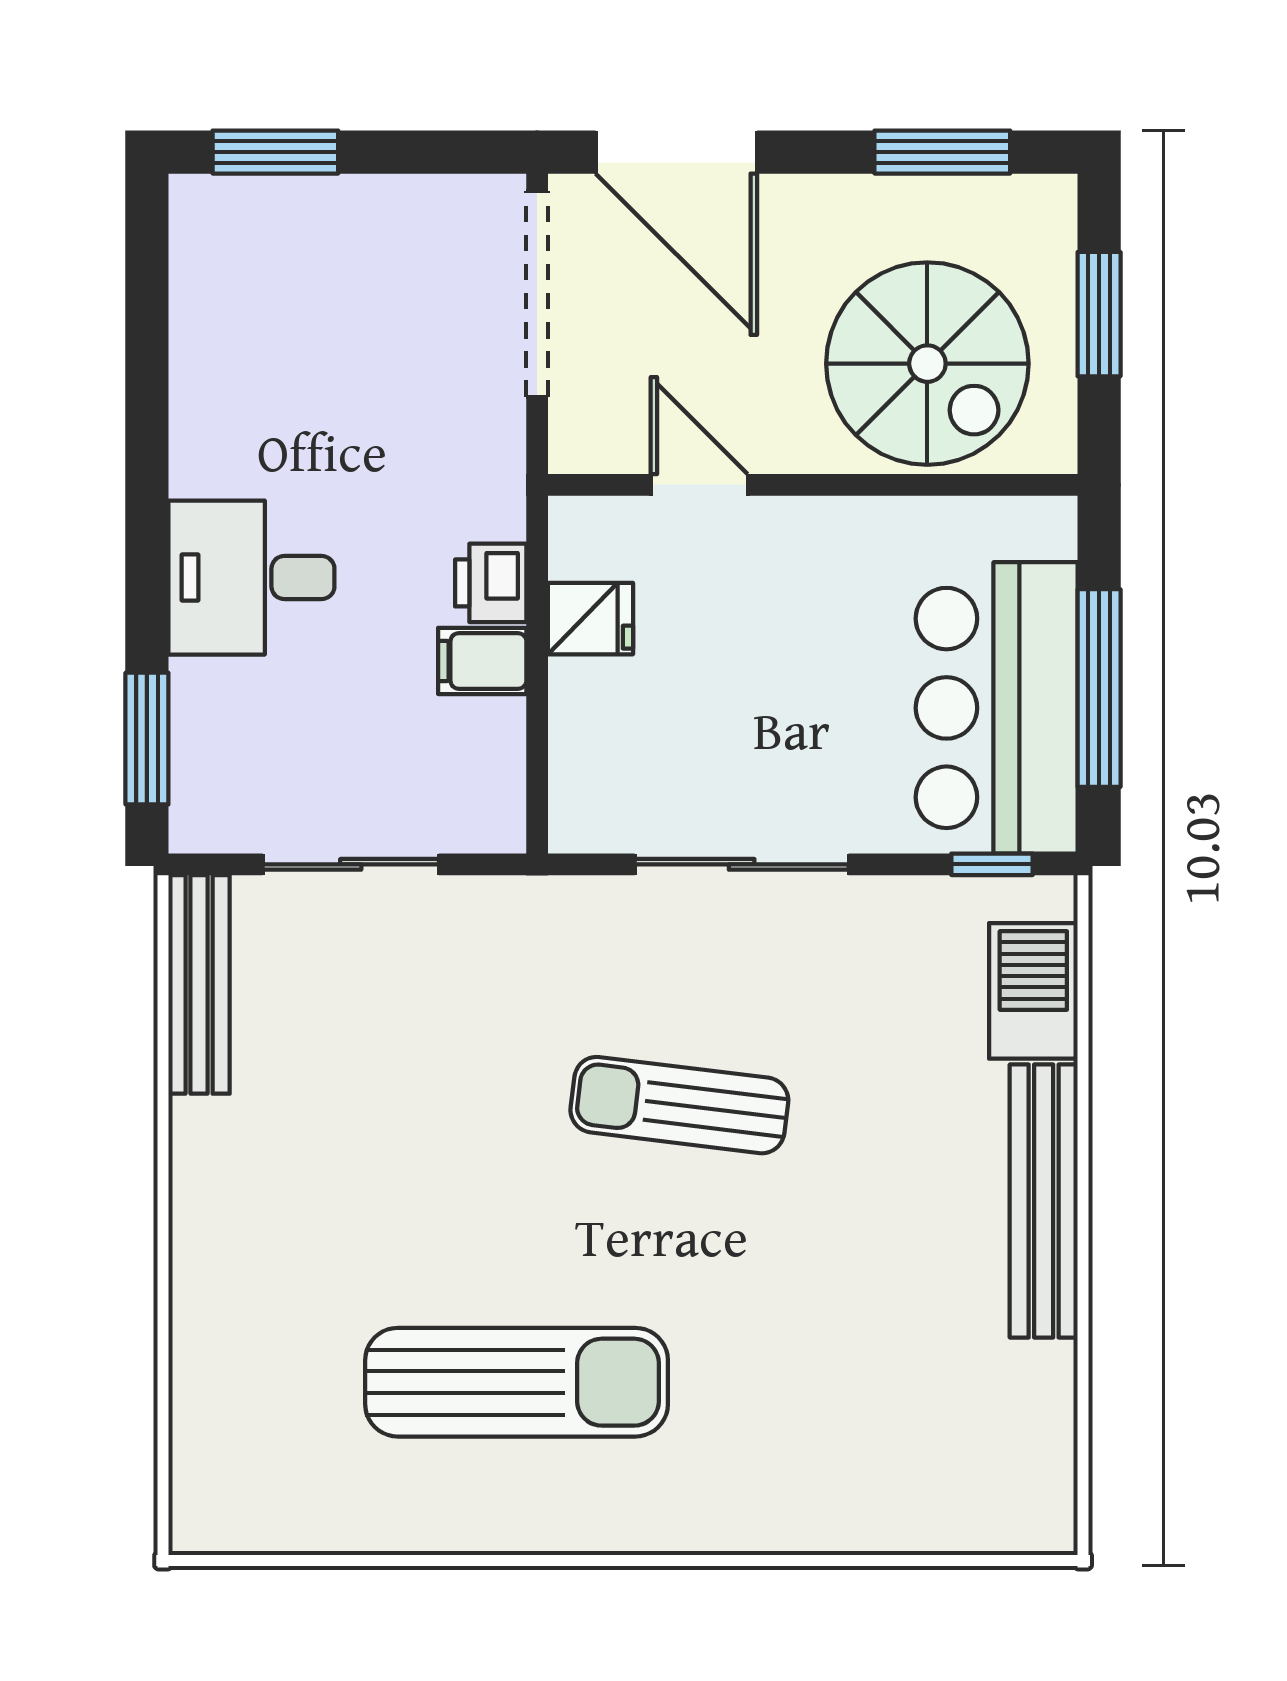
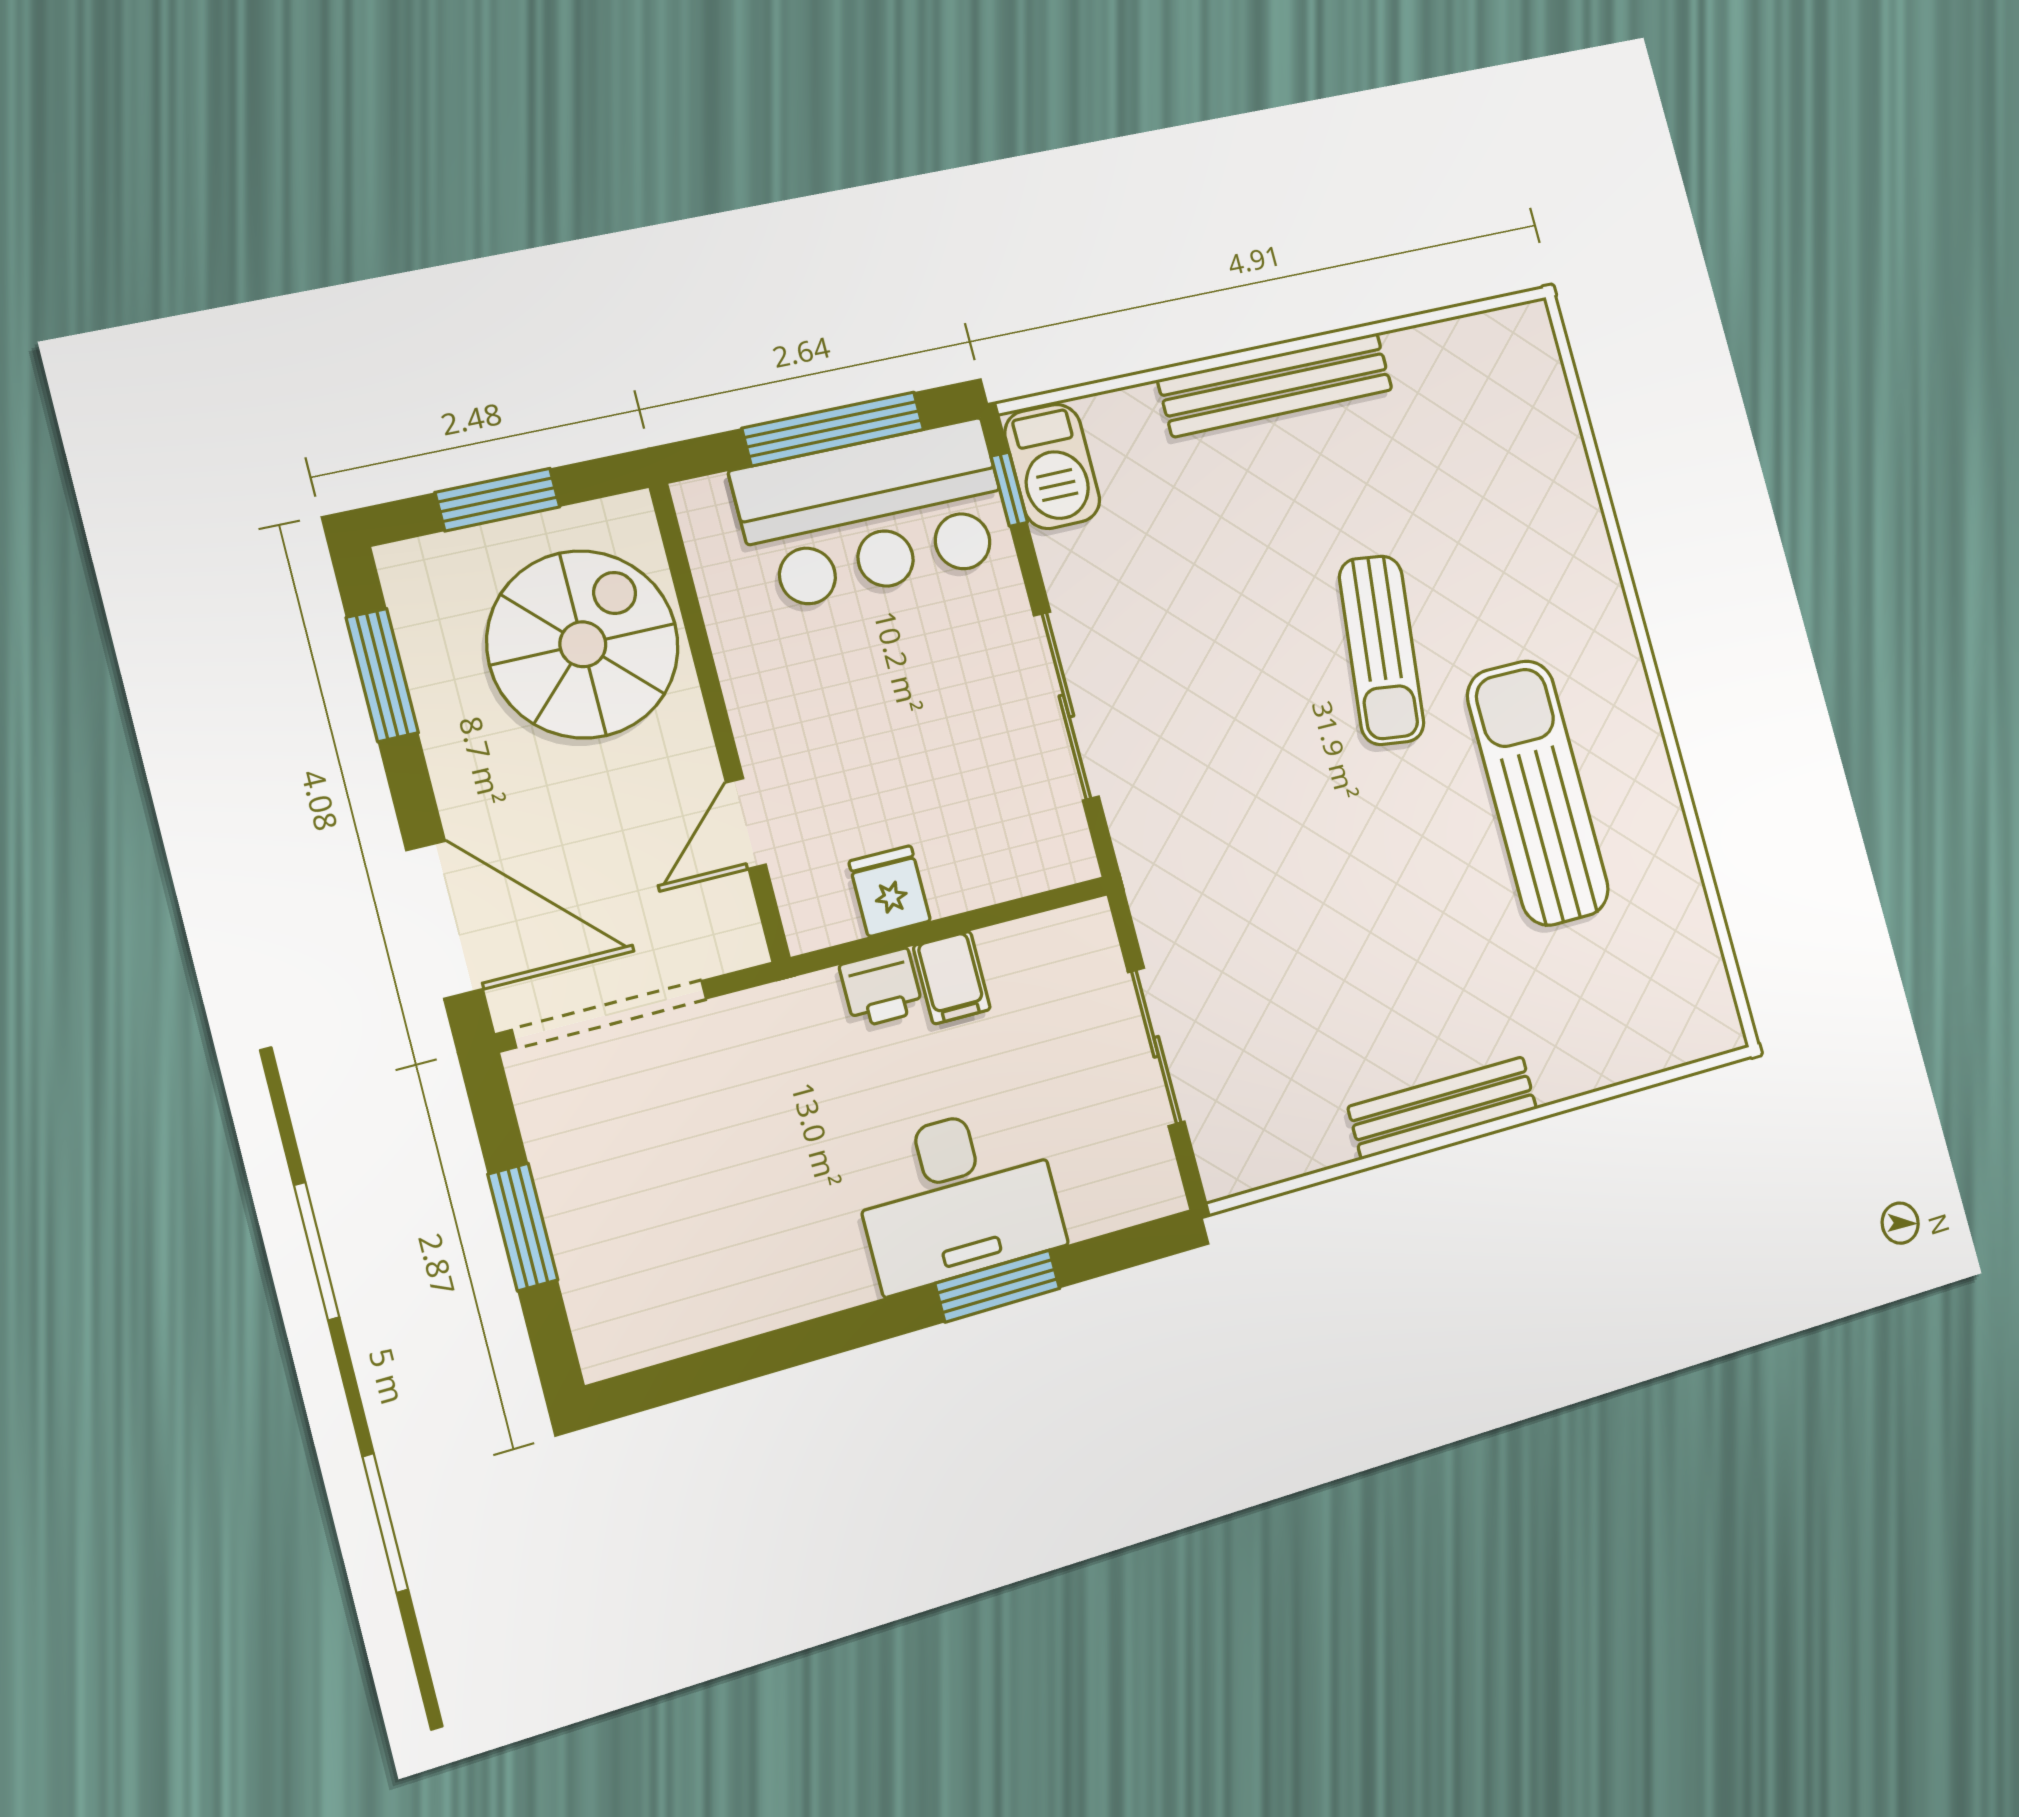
window: (275, 152) -> (523, 1227), moved
door: (676, 152) -> (445, 920), hinge flipped
desk: (251, 578) -> (958, 1197), width x1.37
window: (147, 739) -> (998, 1286), moved
bench: (199, 984) -> (1443, 1108), moved
barbecue: (1033, 991) -> (1052, 466), moved, turned -90
sun lounger: (679, 1105) -> (1382, 650), moved

